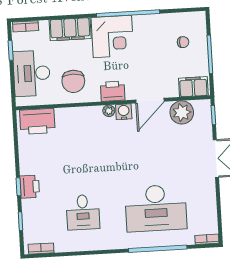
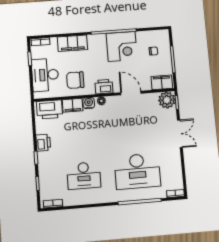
corner desk: (112, 36) -> (122, 46), moved
chair: (73, 81) -> (75, 80), turned 90
door: (150, 101) -> (131, 93), swing flipped
water cooler: (124, 112) -> (89, 103), moved
plant: (182, 112) -> (167, 100), moved
filing cabinet: (69, 116) -> (73, 105), added
printer: (30, 187) -> (43, 143), moved
desk: (83, 212) -> (84, 176), width x1.37

